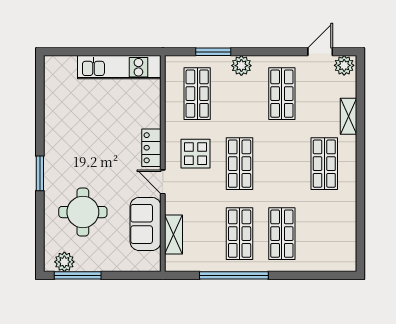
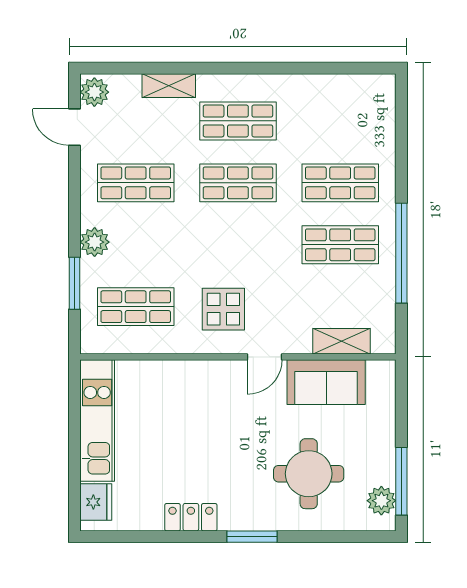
fridge: (63, 66) -> (96, 502), added
locker: (151, 148) -> (191, 517), moved, turned 180
shop shelf: (240, 164) -> (238, 183), moved

